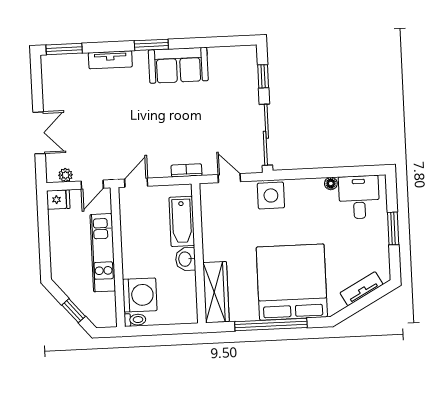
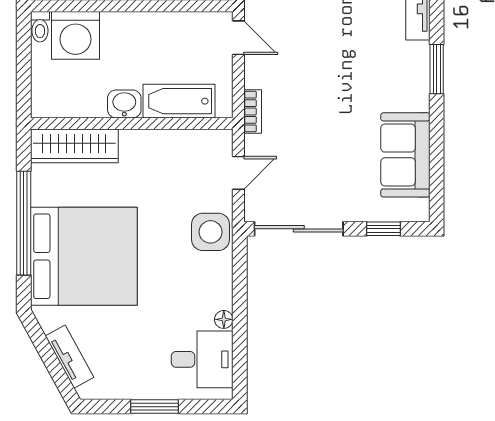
sofa: (178, 65) -> (405, 155), moved

